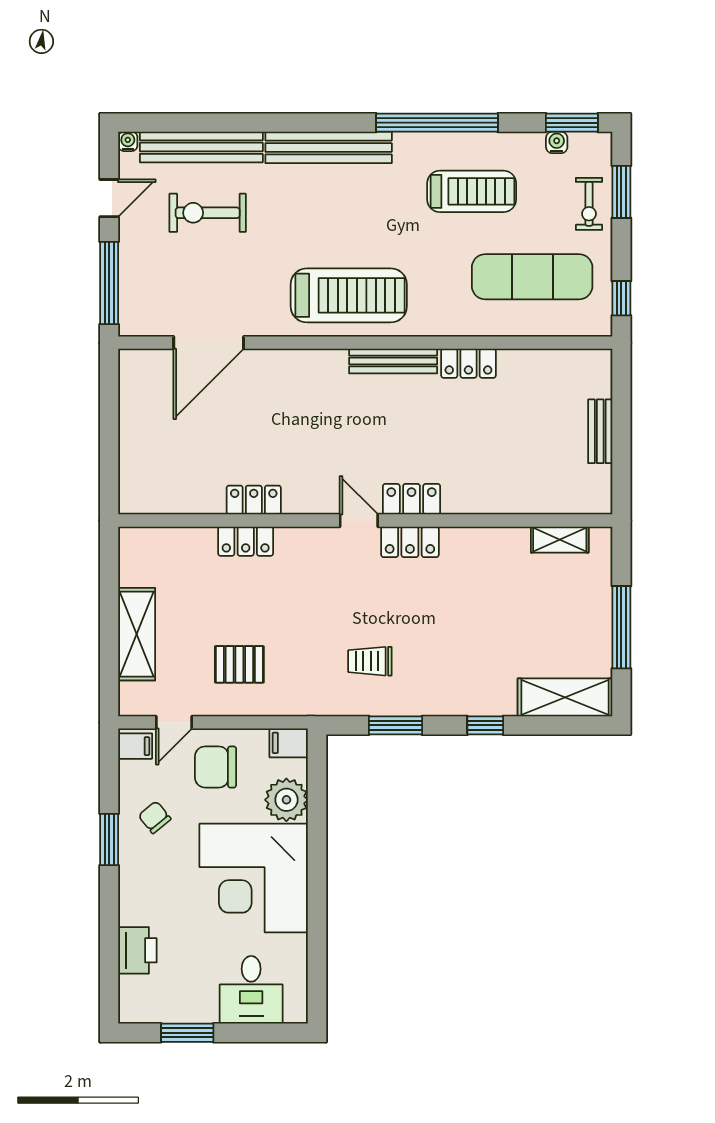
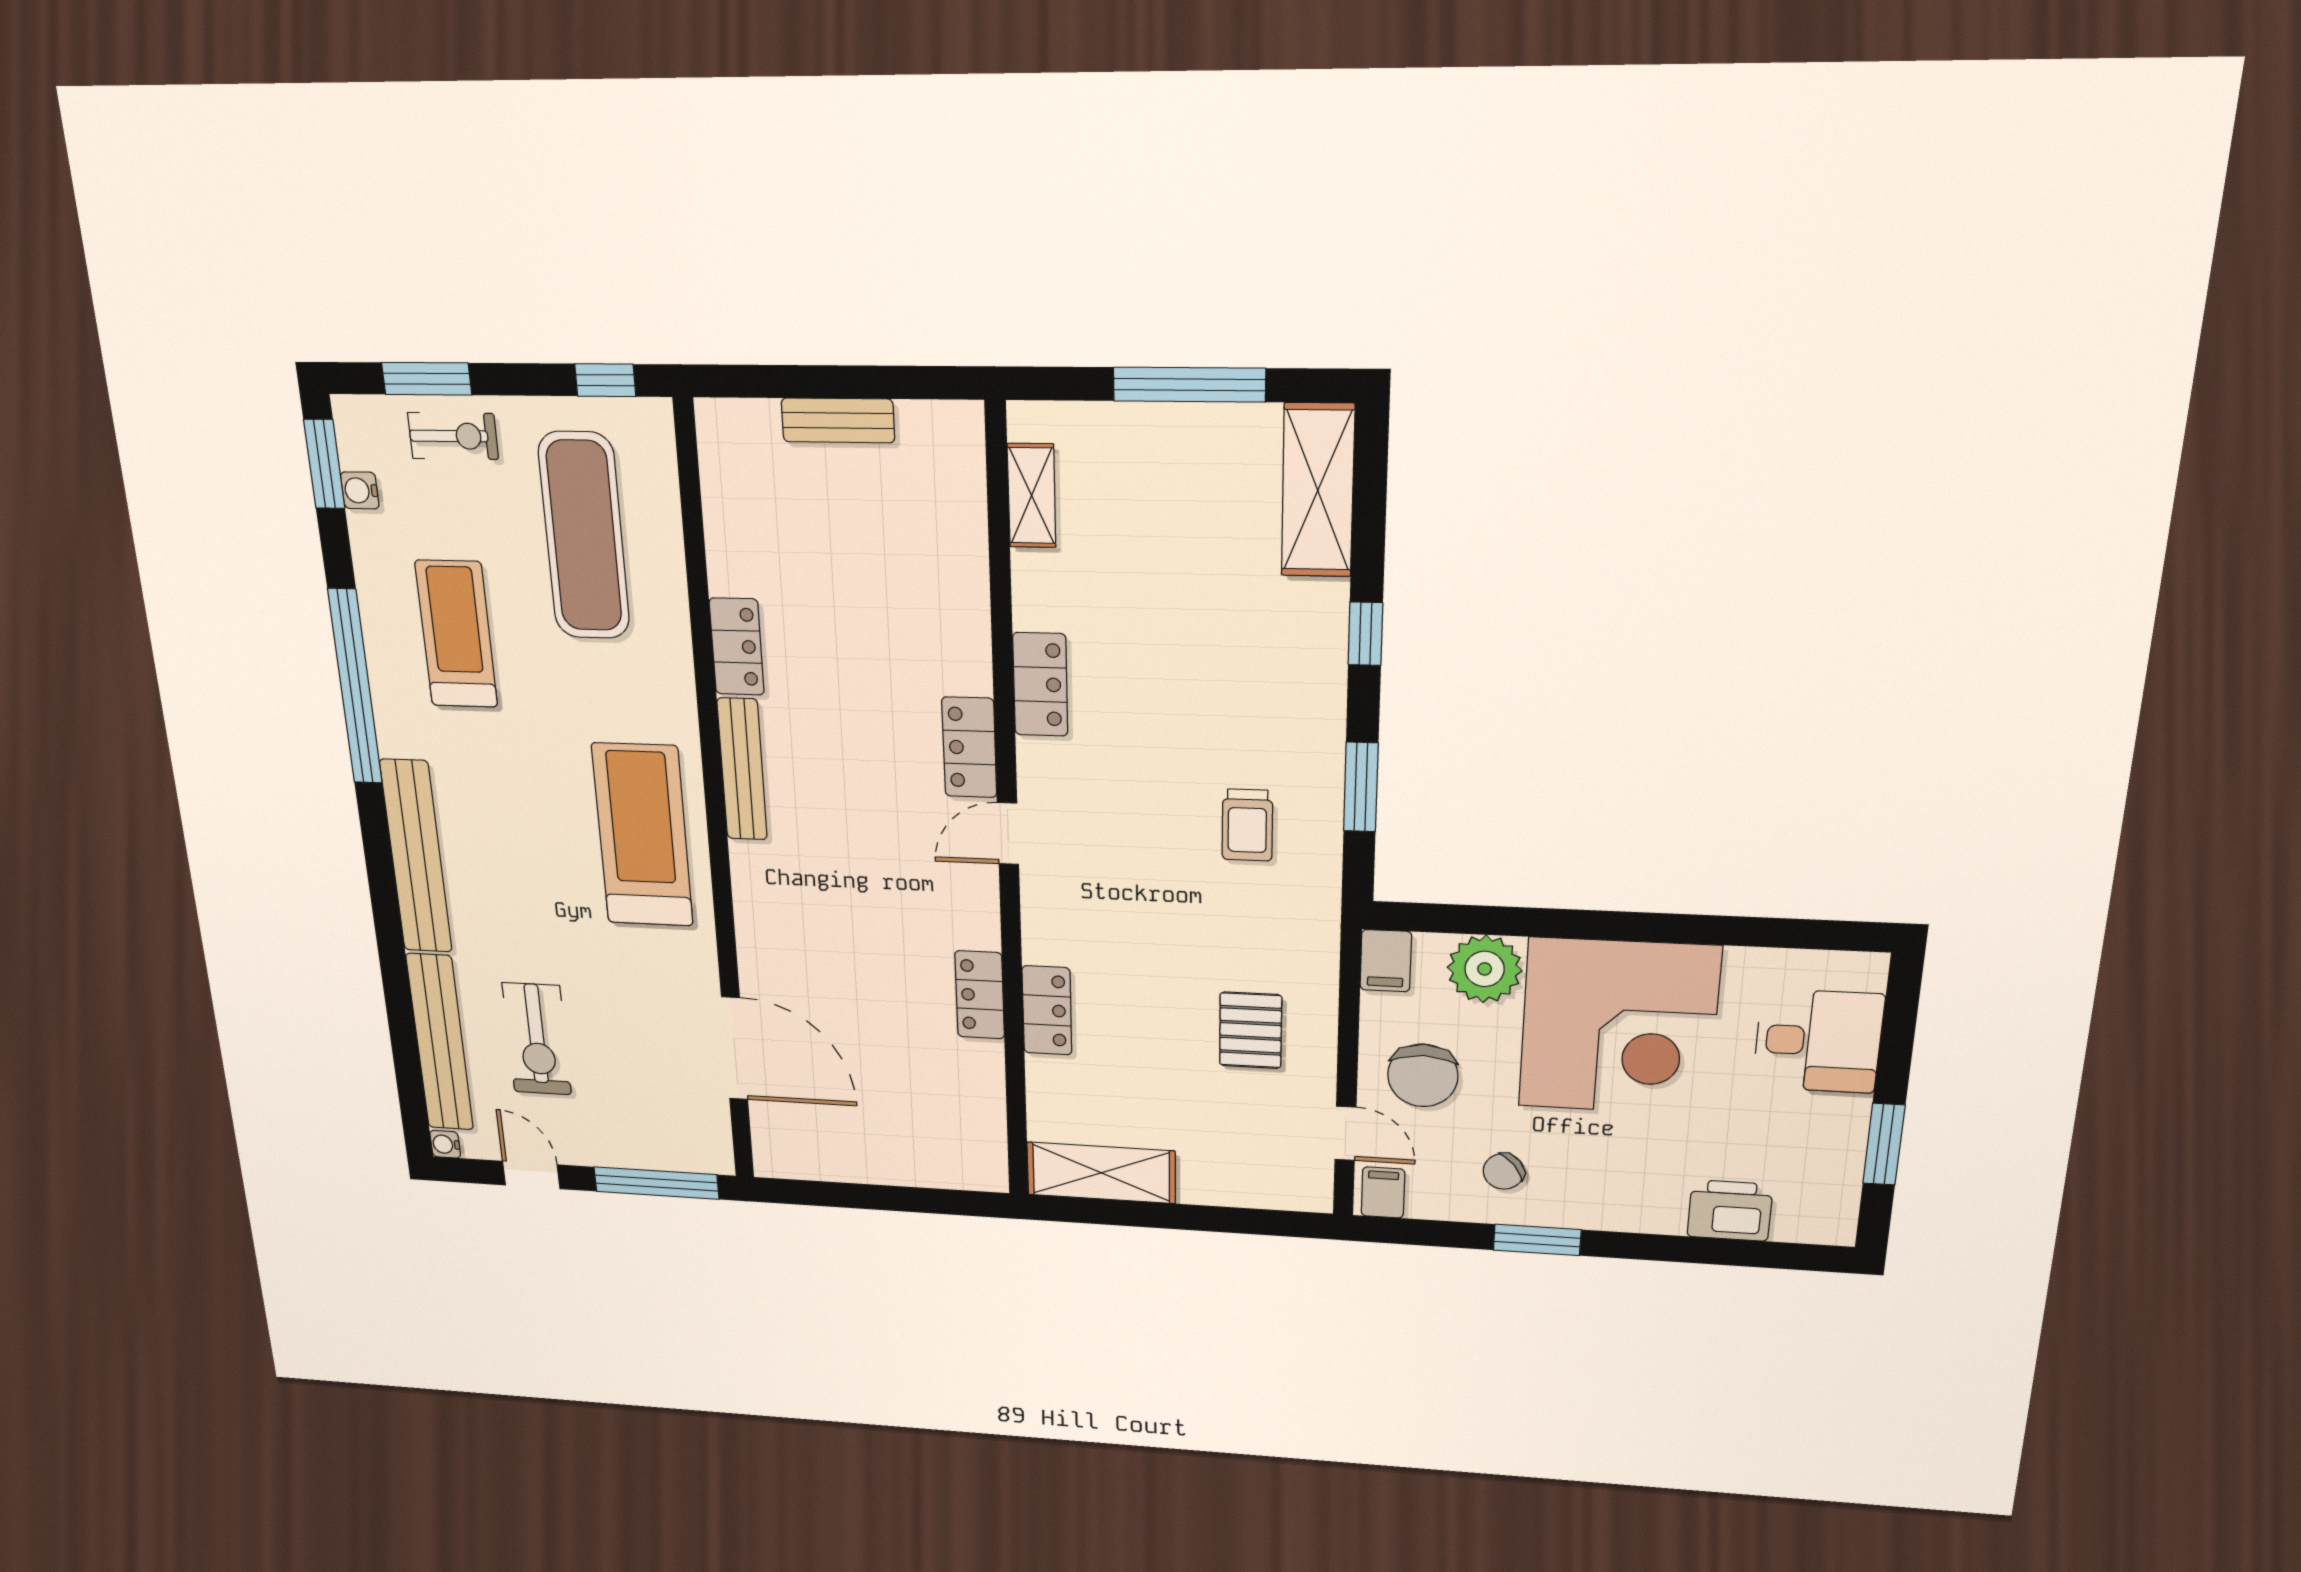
locker: (410, 542) -> (1040, 684), moved
shelving: (137, 634) -> (1101, 1173), moved

